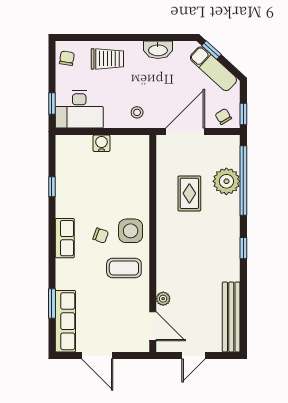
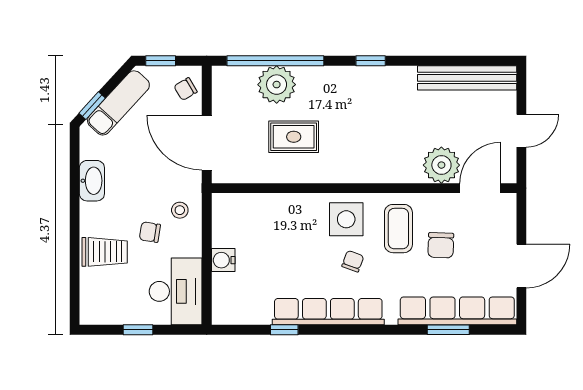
chair: (67, 58) -> (150, 232), moved
trolley: (107, 59) -> (105, 252), turned 90
window: (52, 104) -> (138, 330), moved
window: (243, 114) -> (161, 61), moved
row of seats: (65, 238) -> (328, 312), width x2.02
chair: (112, 298) -> (441, 245), added
plant: (163, 299) -> (441, 165), width x1.87, depth x1.87
row of seats: (65, 321) -> (457, 311), width x1.36
door: (194, 355) -> (521, 131), hinge flipped

